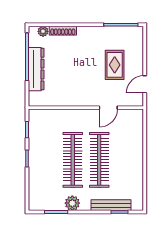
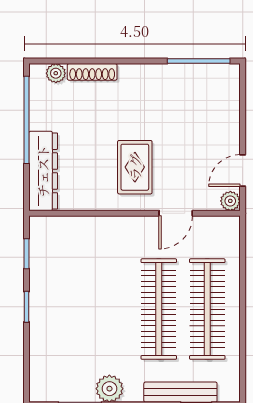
rug: (115, 65) -> (135, 167), moved
dresser: (36, 69) -> (43, 171), moved
plant: (138, 101) -> (230, 201), added
clothes rail: (73, 160) -> (207, 309), moved

